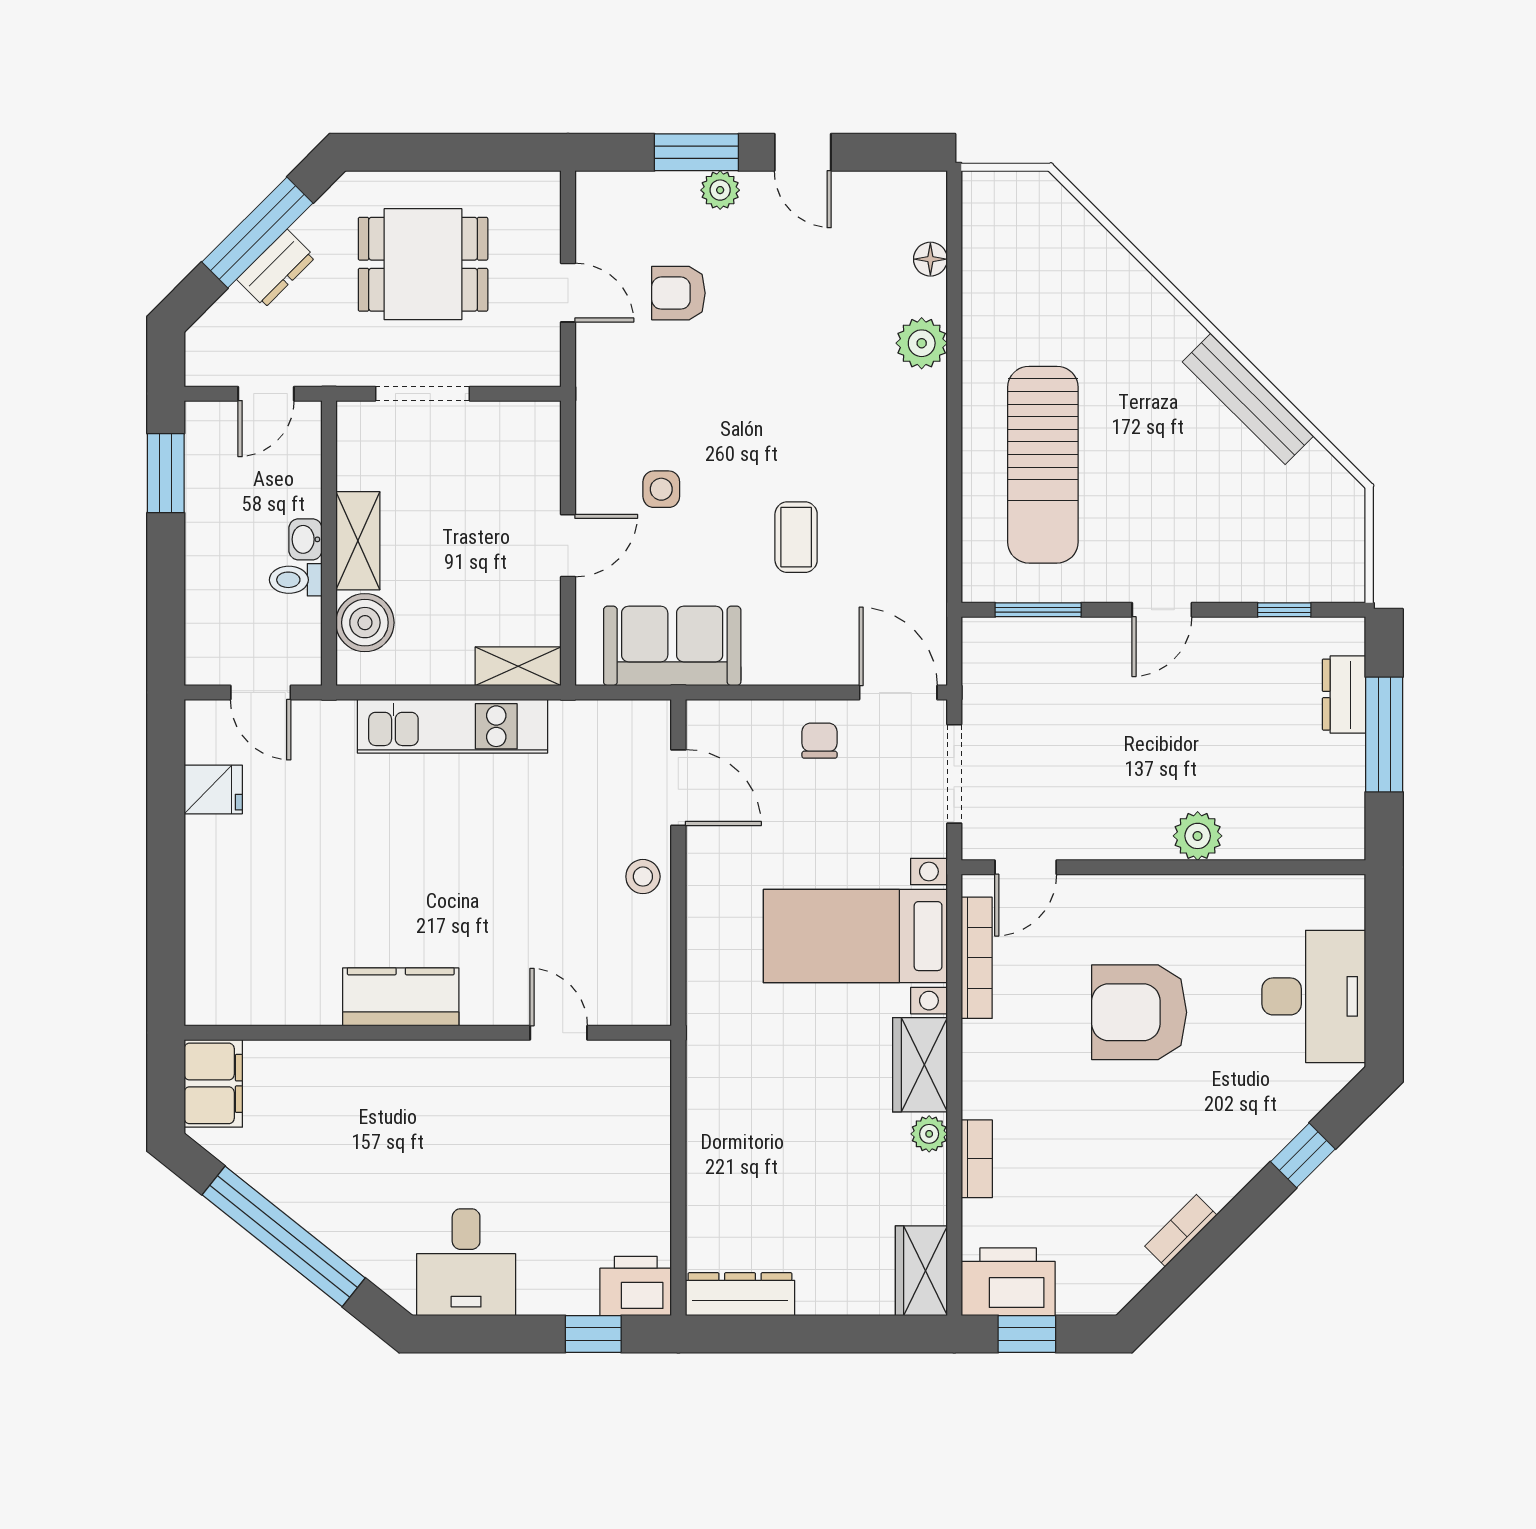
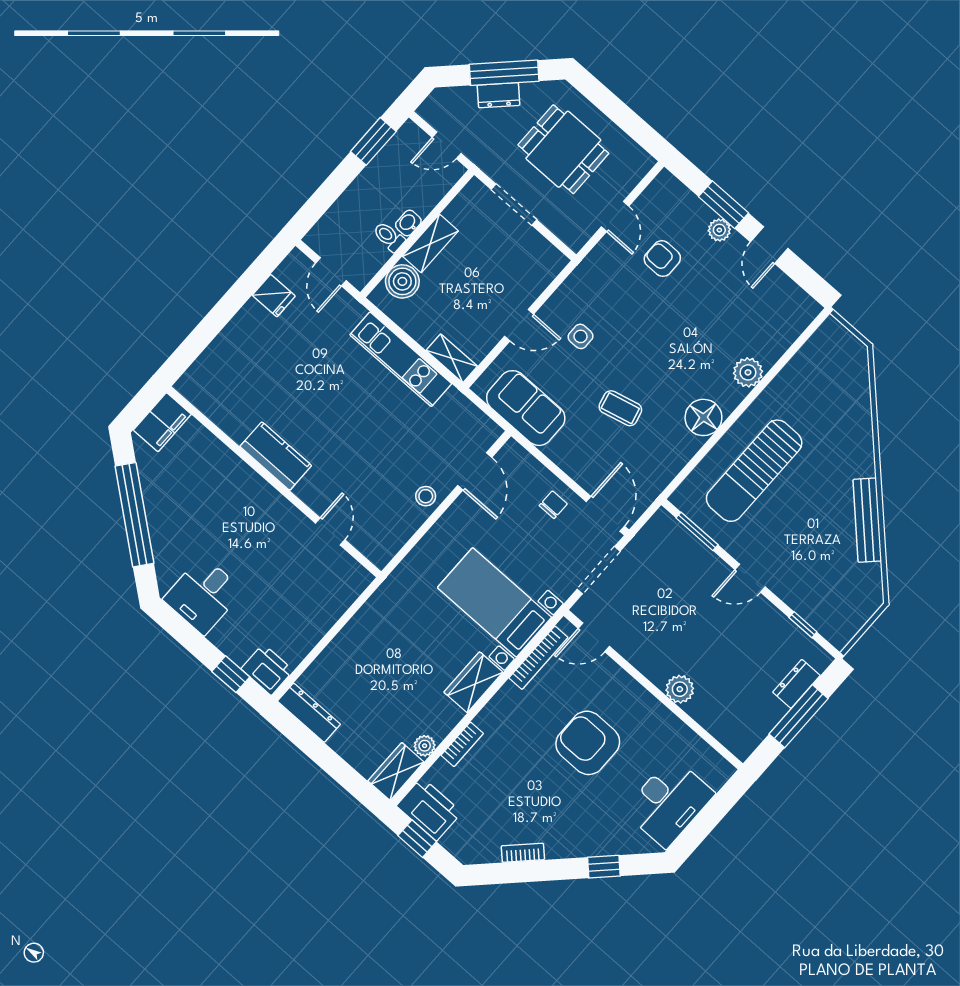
floor lamp: (930, 259) -> (703, 417), moved, width x1.89, depth x1.89
coffee table: (796, 537) -> (620, 408), turned 76
plant: (929, 1134) -> (425, 746), moved

